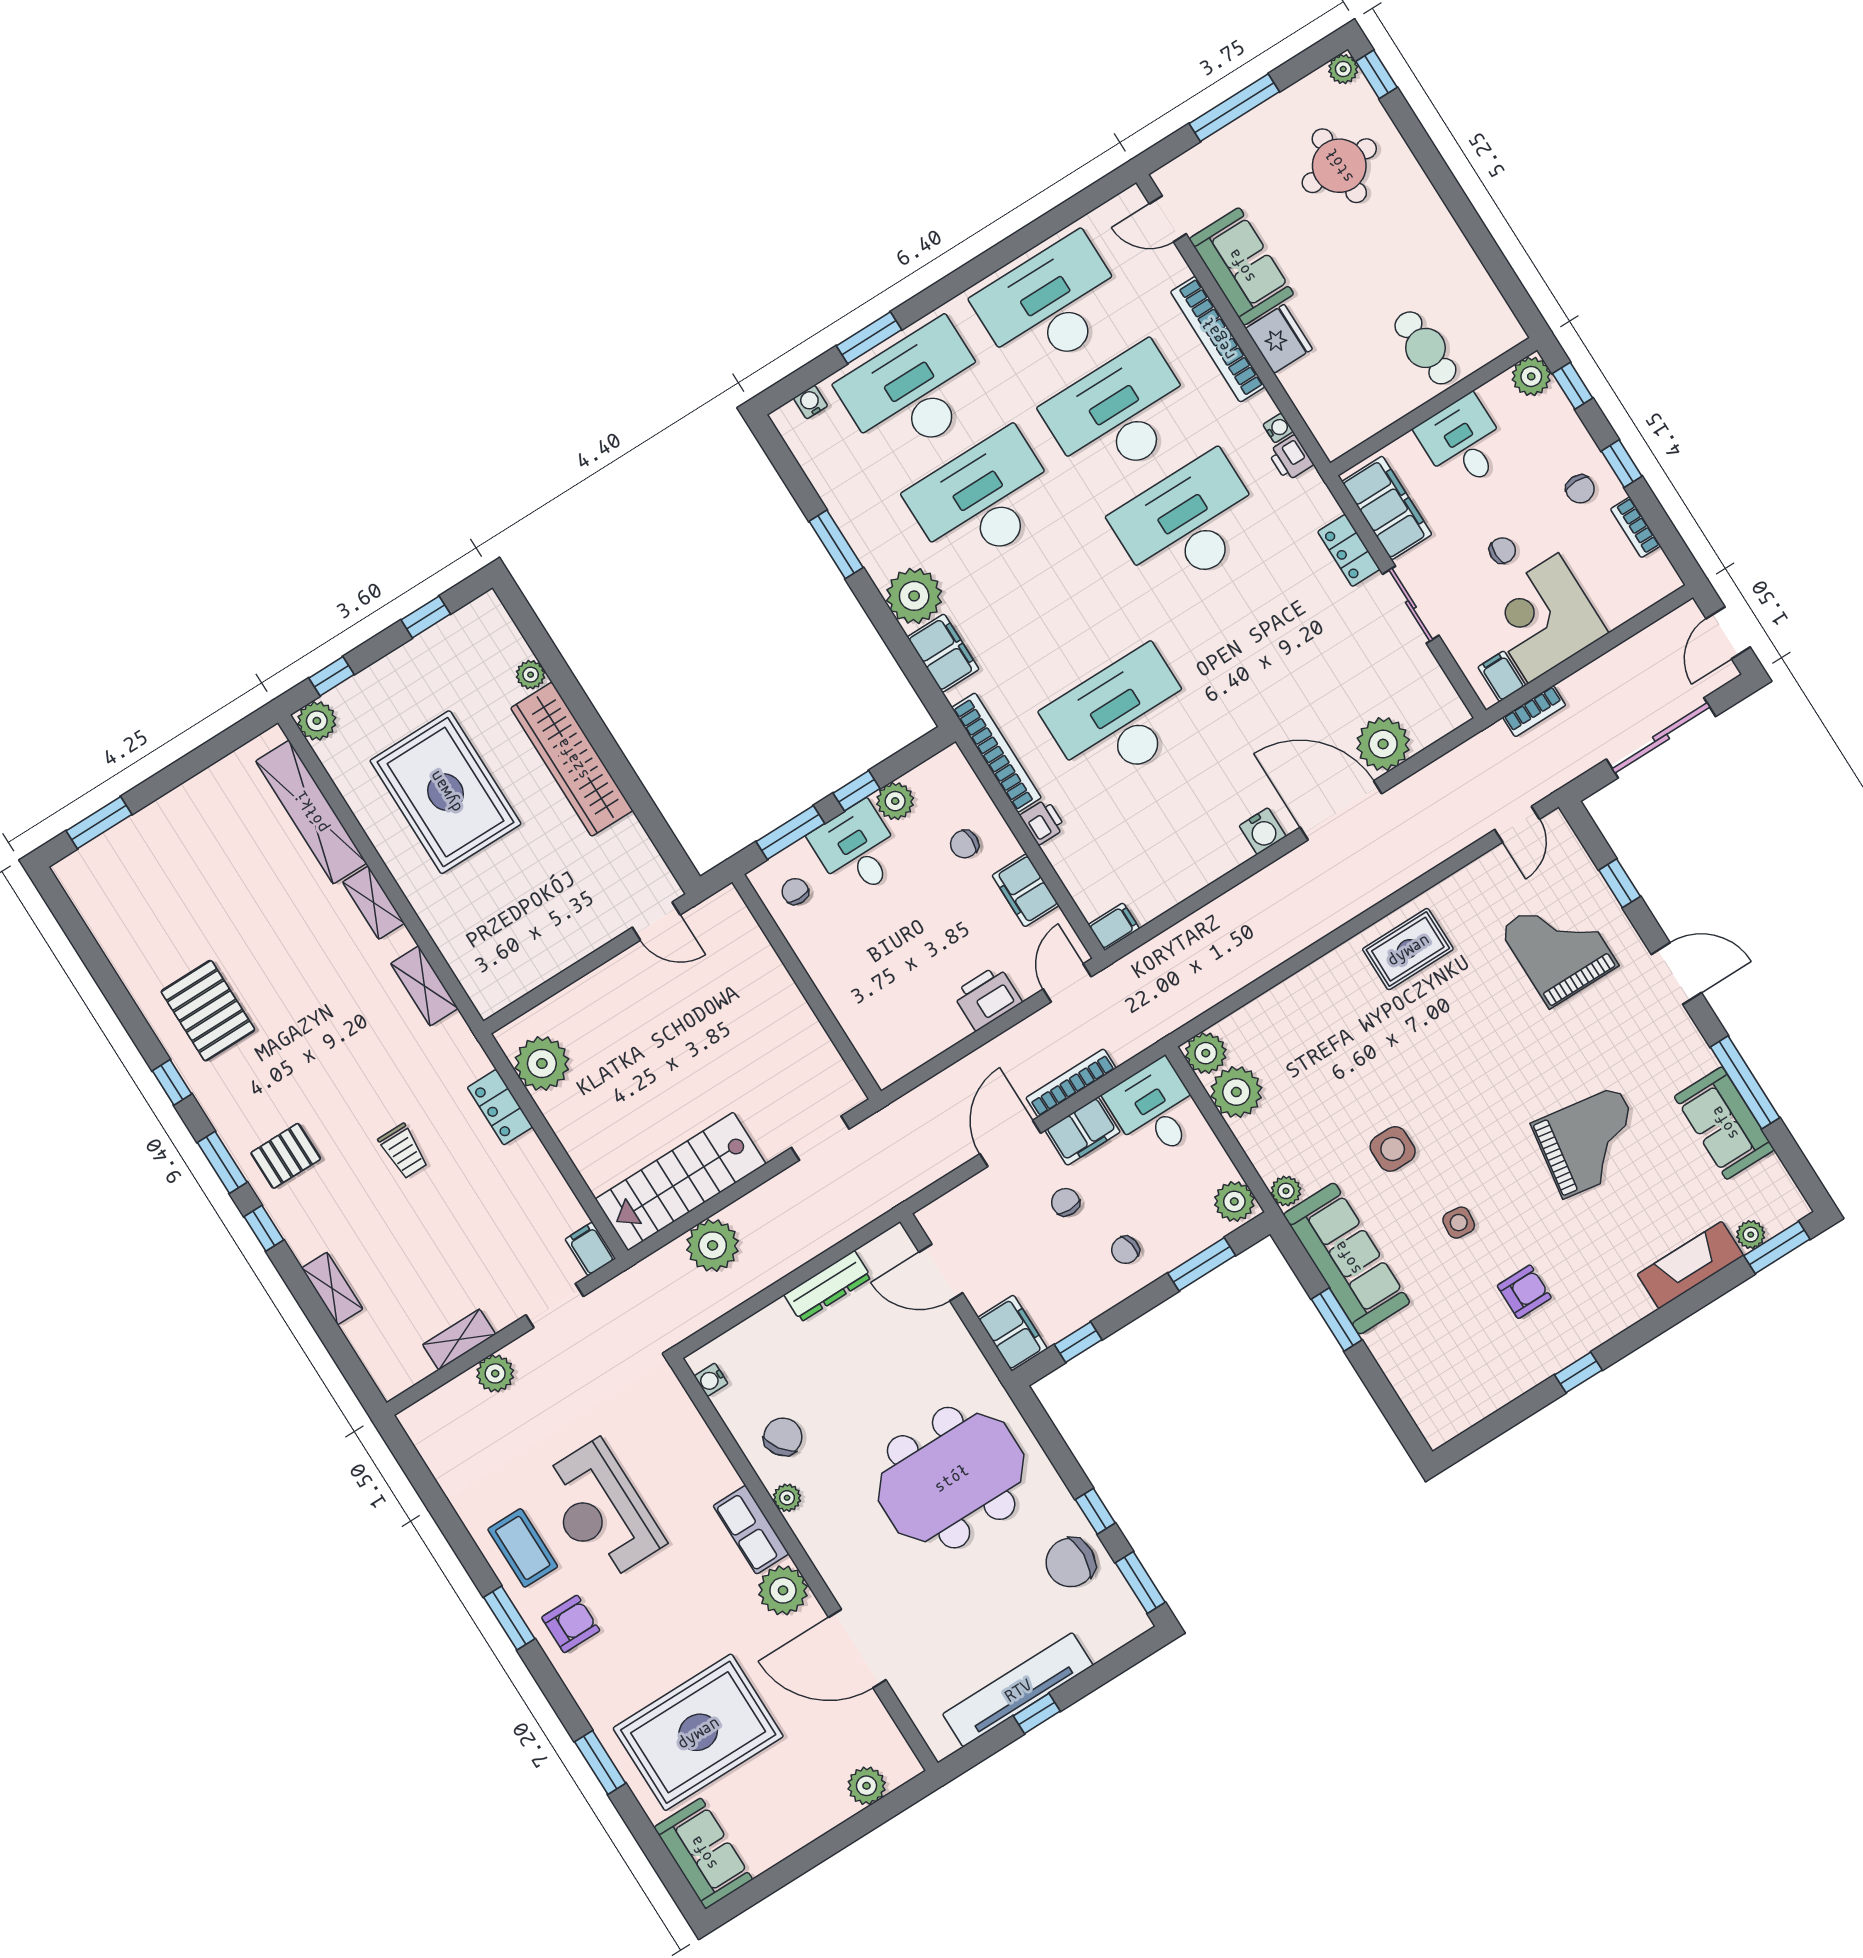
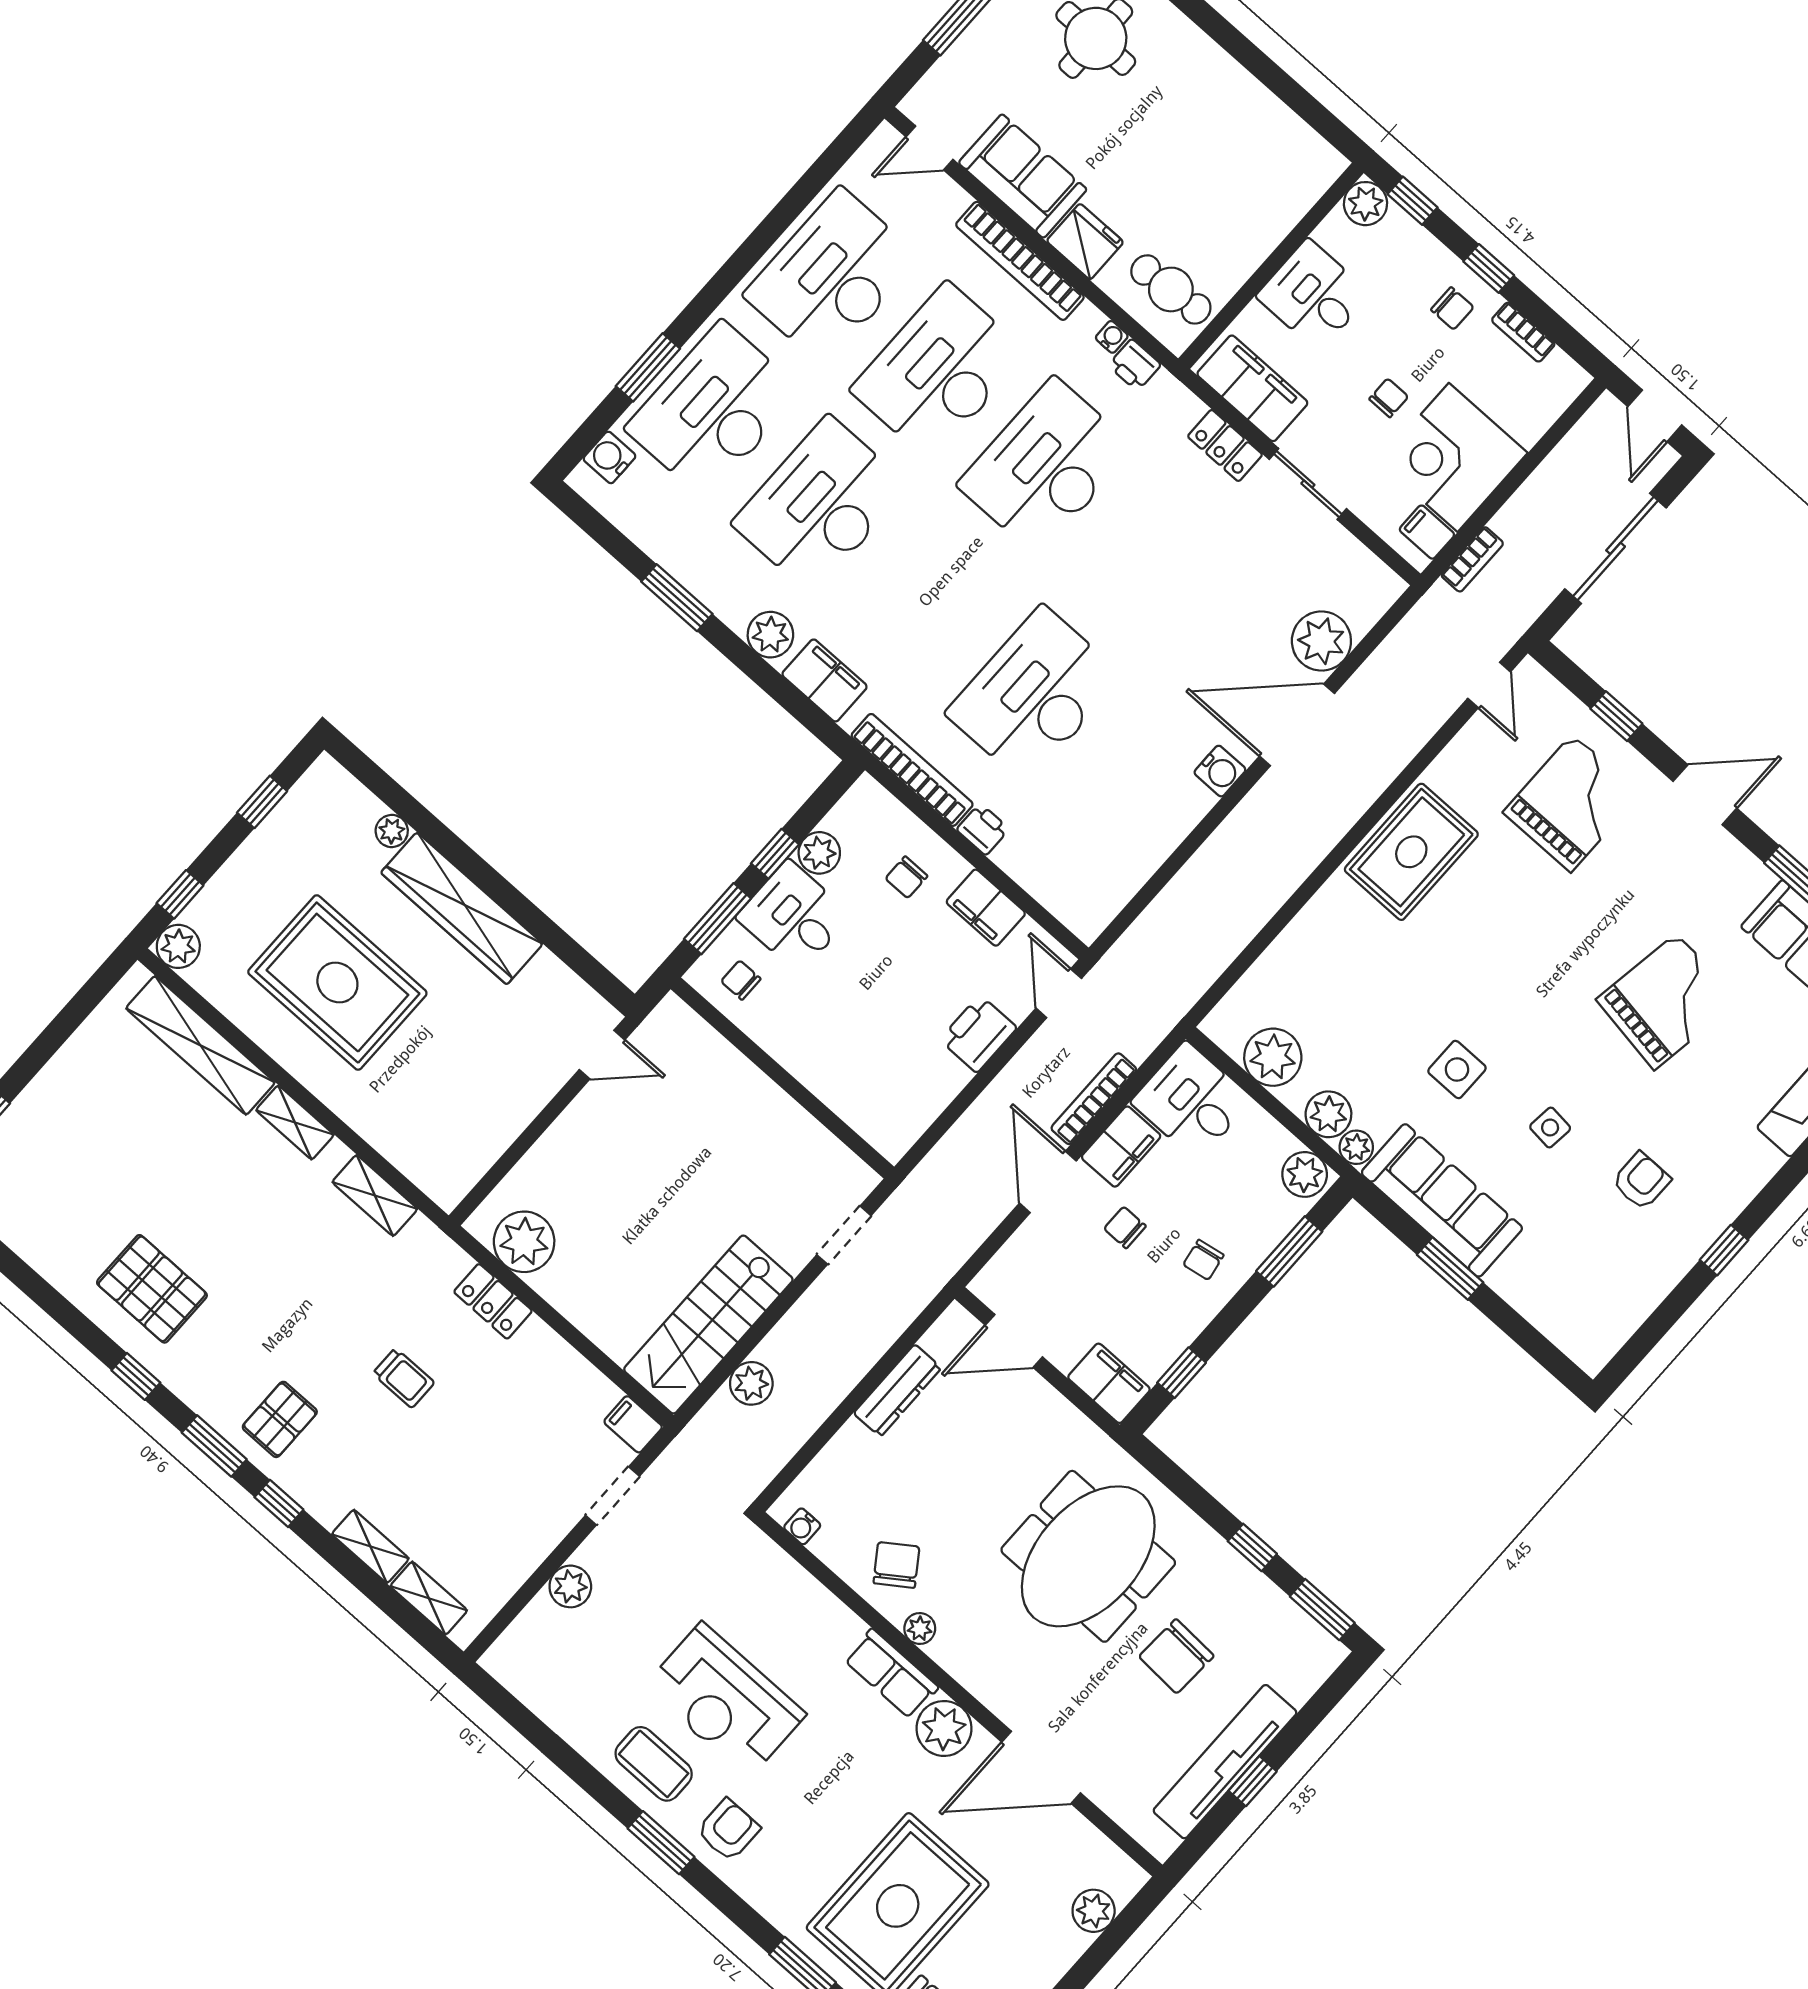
cafe table: (1425, 348) -> (1171, 289), moved
water cooler: (810, 402) -> (610, 457), width x1.38, depth x1.38
plant: (914, 596) -> (770, 635), width x0.73, depth x0.73
filing cabinet: (1114, 927) -> (1091, 919), removed
grand piano: (1559, 947) -> (1572, 803), turned 90
rug: (1408, 949) -> (1411, 852), width x1.36, depth x1.43
plant: (1206, 1053) -> (1328, 1114), moved
plant: (713, 1245) -> (751, 1383), width x0.73, depth x0.73
shelving: (459, 1339) -> (429, 1598), moved, turned 90
chair: (1071, 1562) -> (1176, 1656), moved

